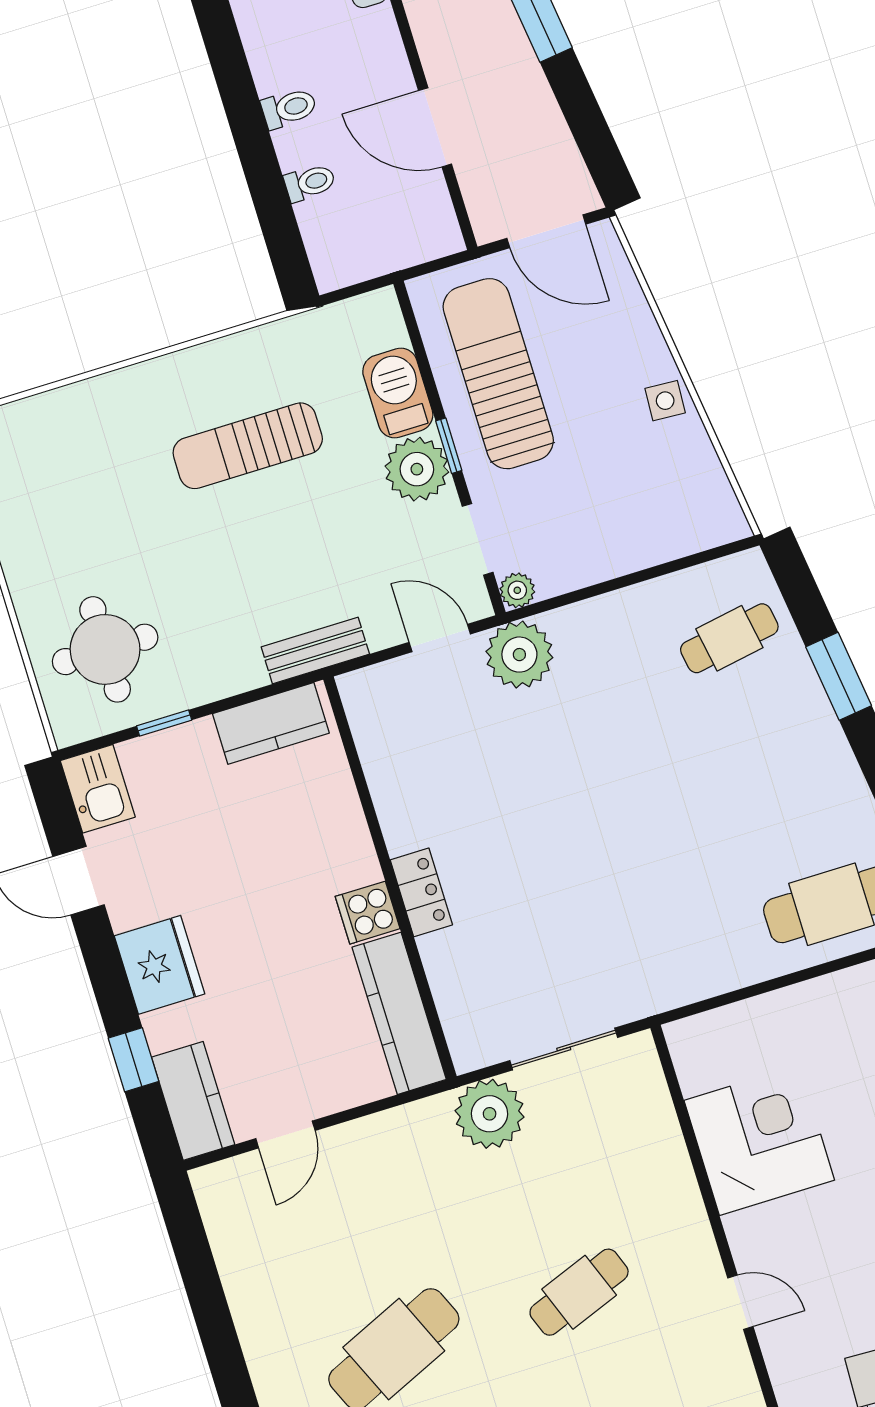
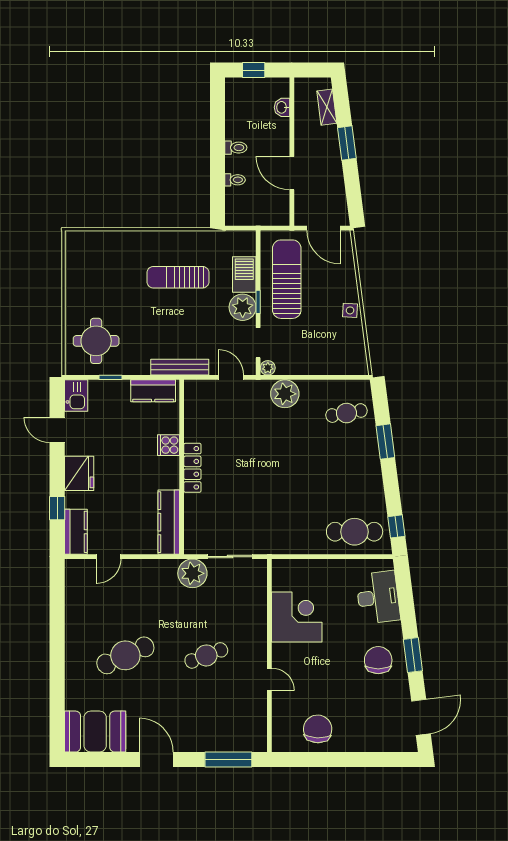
bench: (315, 651) -> (180, 367), width x1.36
plant: (519, 655) -> (285, 394), moved
locker: (421, 892) -> (192, 468), width x1.53
cooker: (368, 913) -> (168, 445), moved

